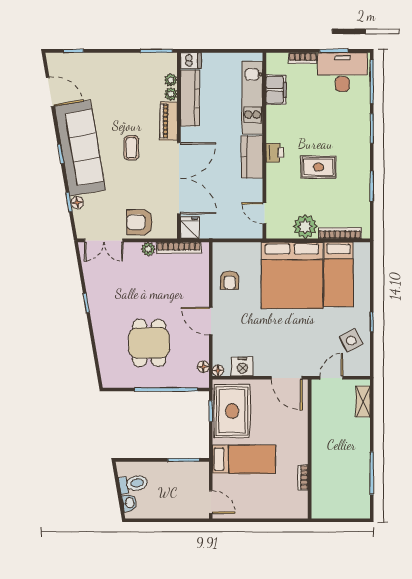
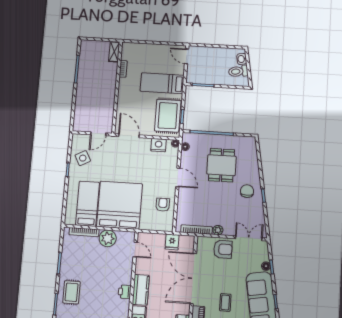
rug: (318, 167) -> (72, 292), moved, turned 90
fridge: (190, 228) -> (172, 242), moved
chair: (110, 308) -> (247, 191), added
shelving: (363, 402) -> (114, 52), moved

